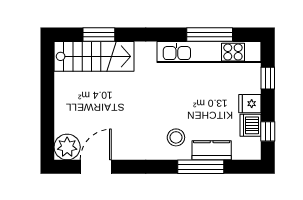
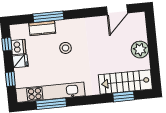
stool: (176, 137) -> (66, 48), moved
plant: (67, 147) -> (140, 50), moved

